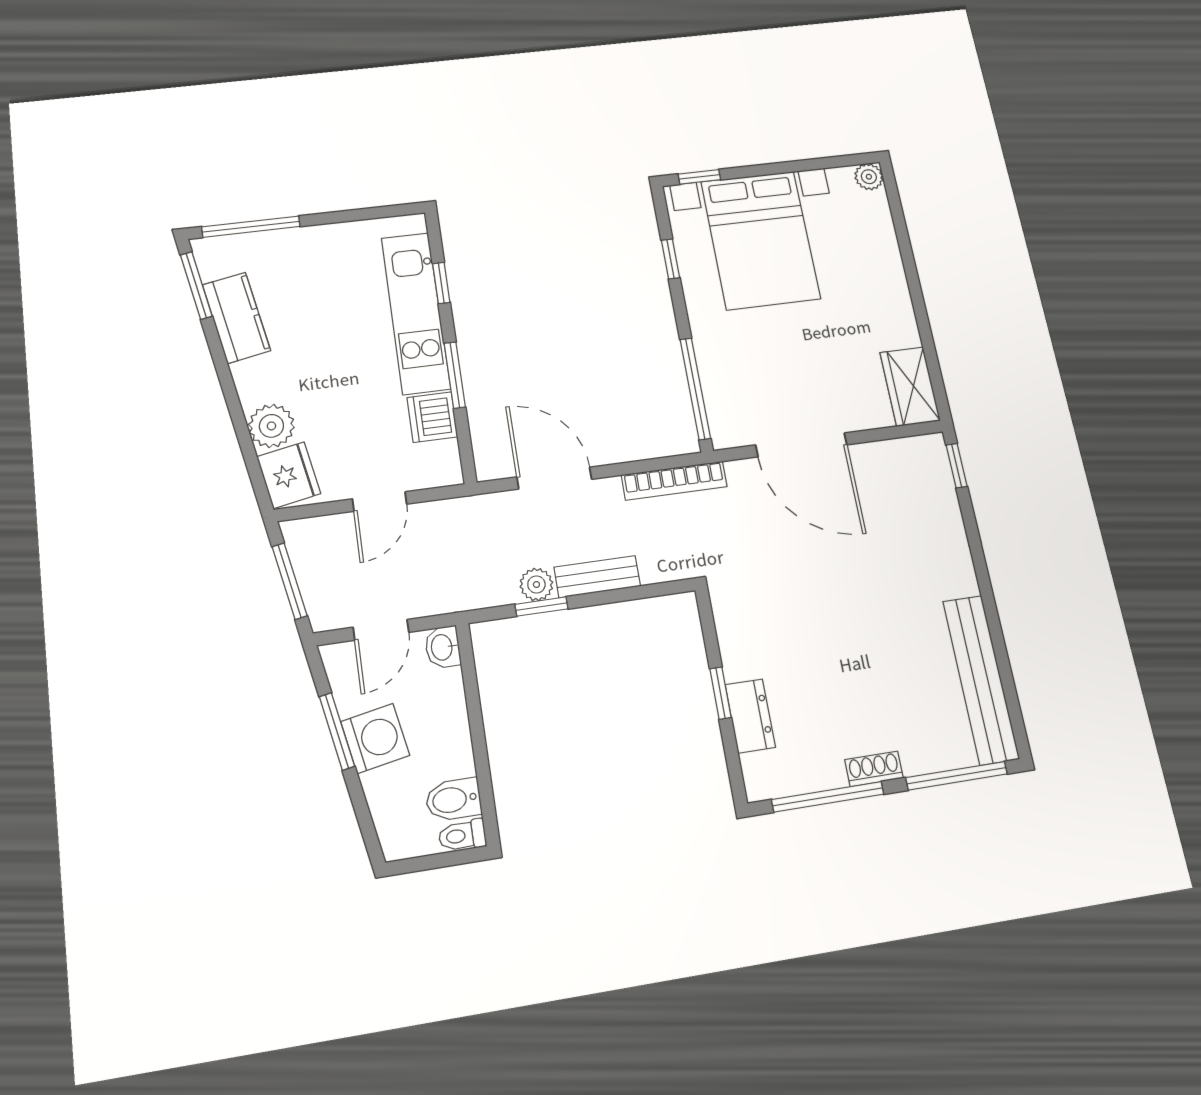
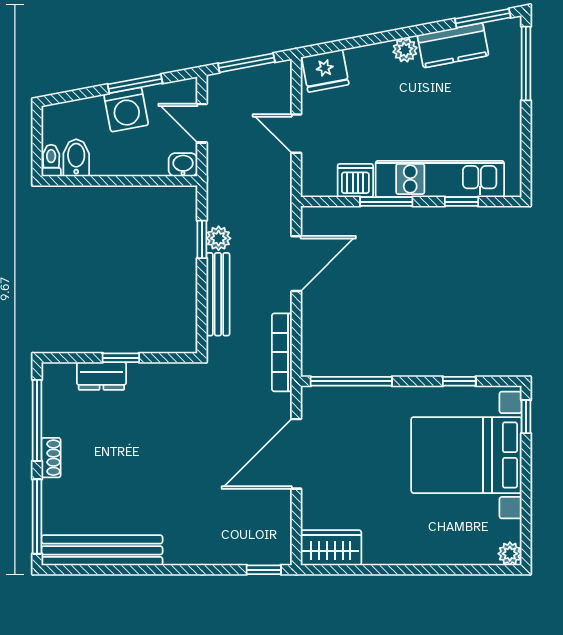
plant: (271, 426) -> (405, 50), moved, width x0.73, depth x0.73
bench: (597, 577) -> (218, 294), width x1.36

